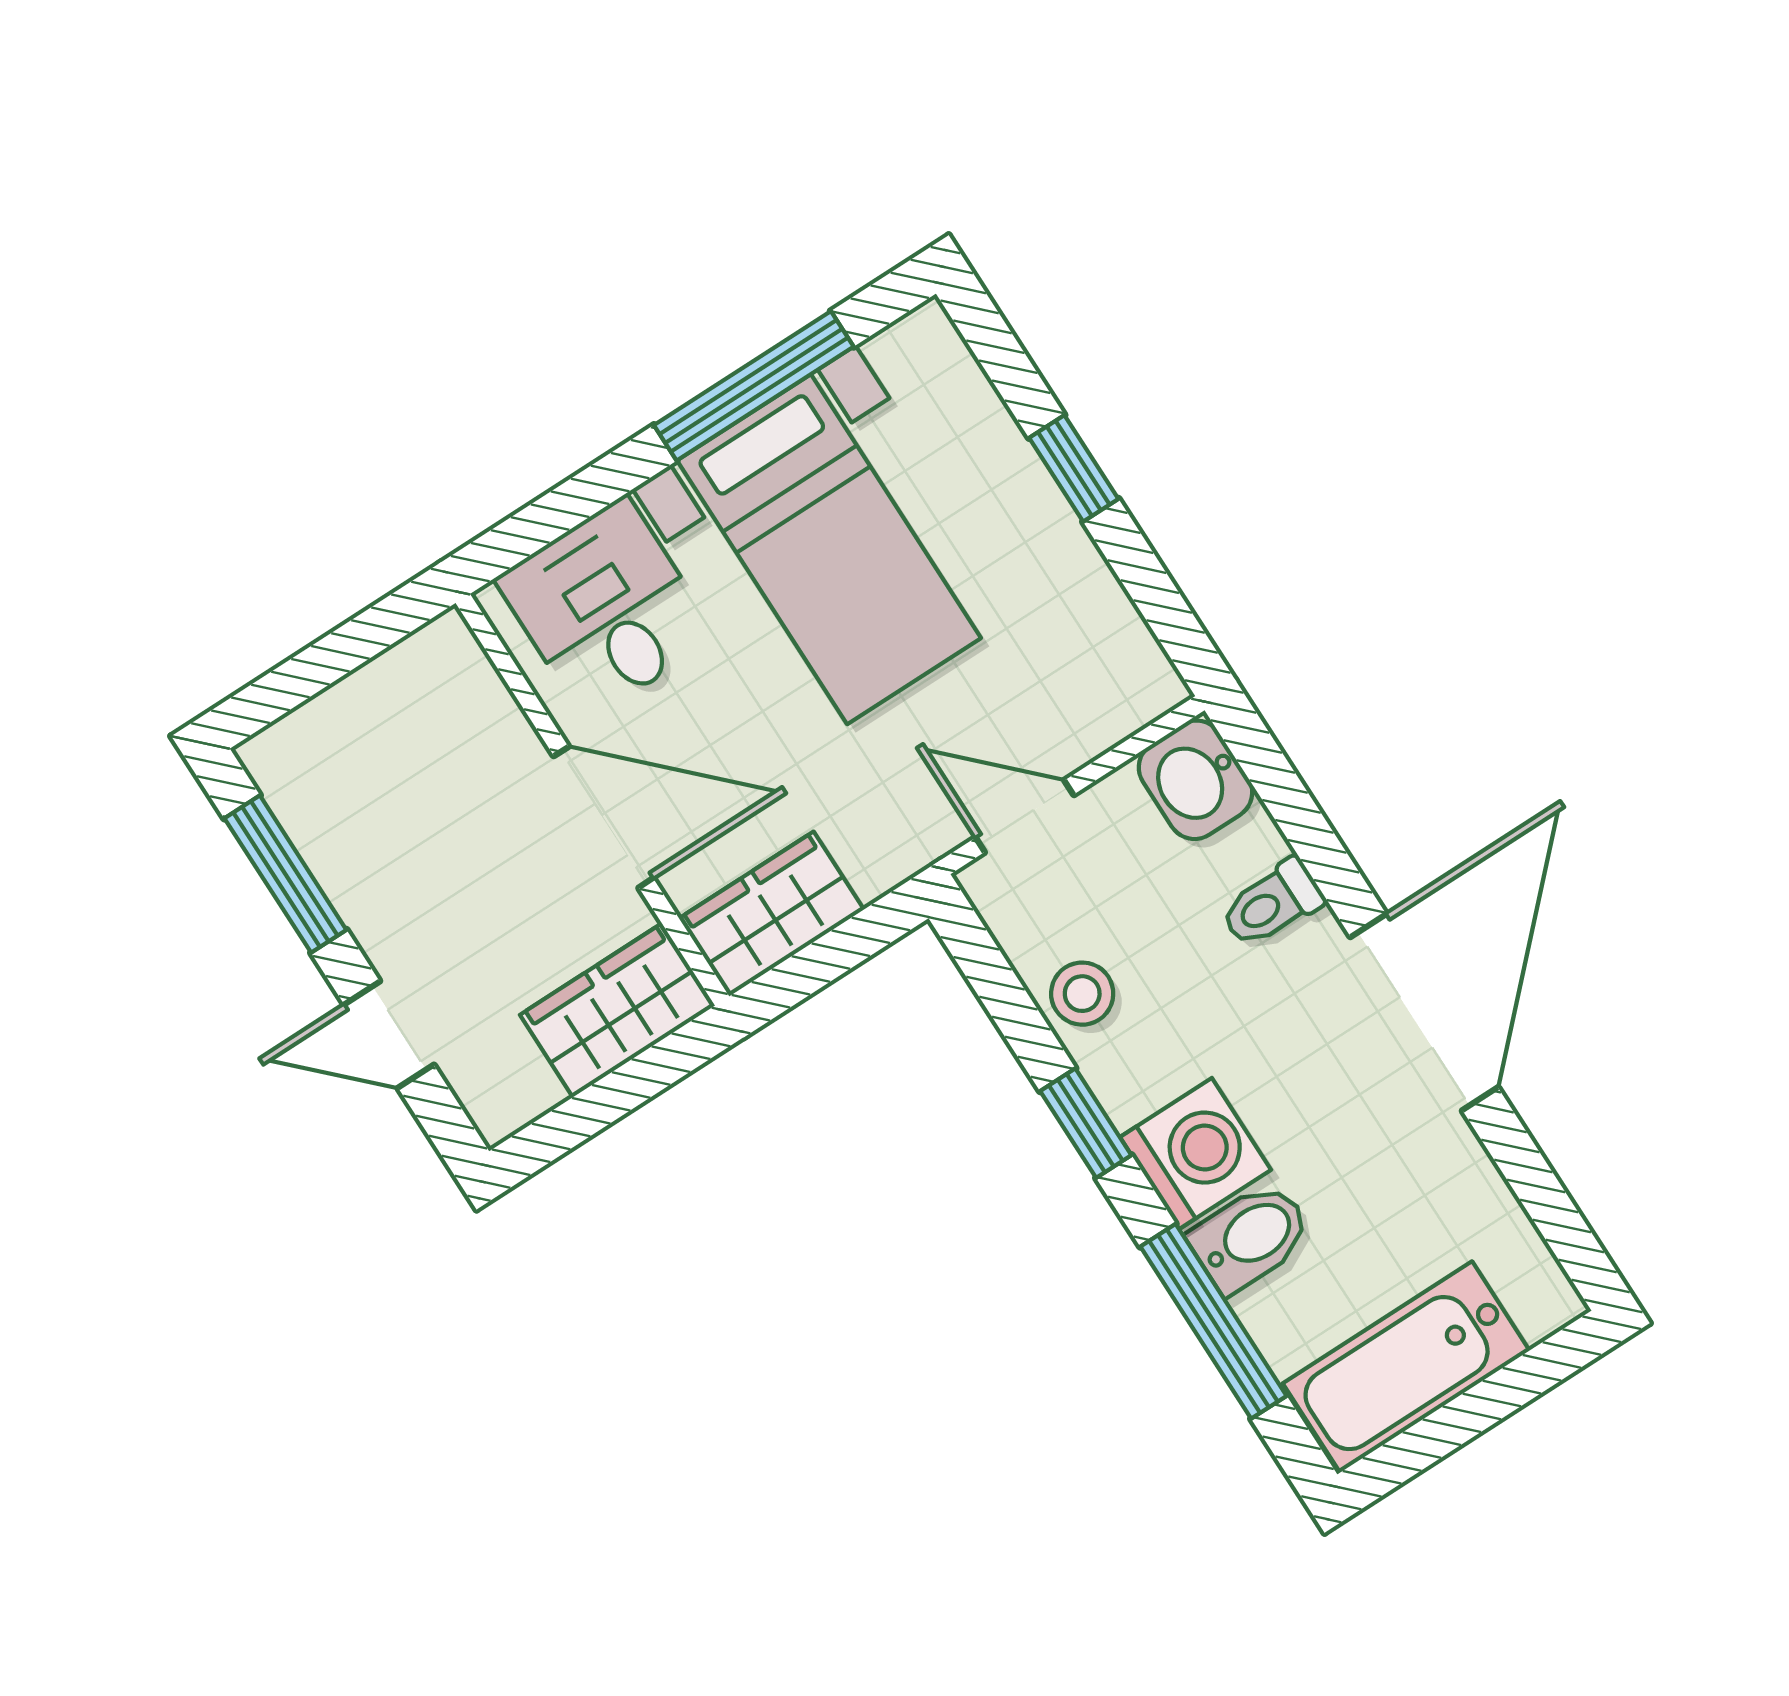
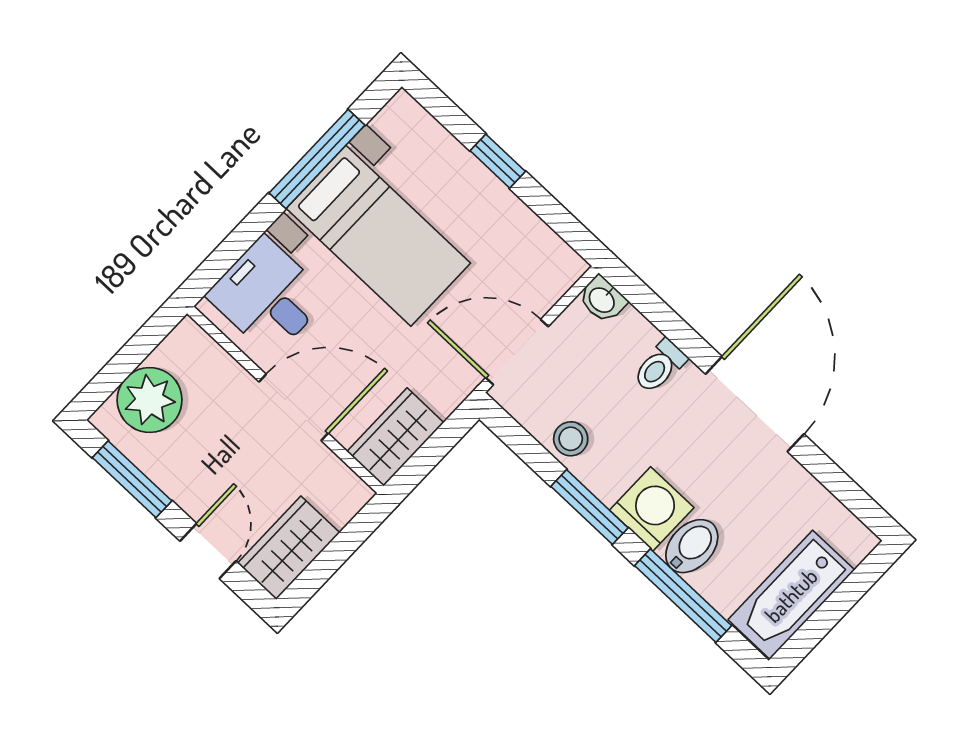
plant: (351, 741) -> (150, 400), added
washbasin: (1196, 780) -> (602, 299), width x0.72, depth x0.69
door: (1025, 816) -> (517, 352), width x1.38
wardrobe: (617, 1010) -> (289, 548), moved
door: (389, 1035) -> (208, 551), swing flipped
window: (1086, 1123) -> (589, 507), width x1.50

